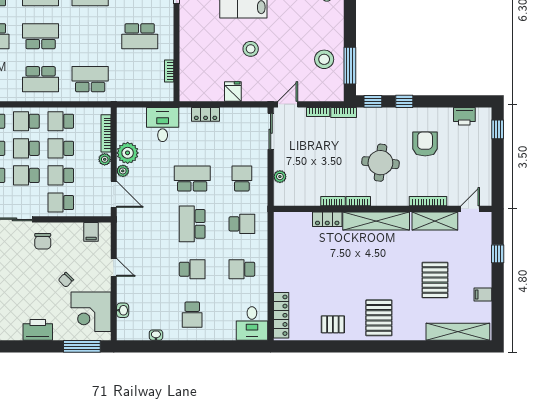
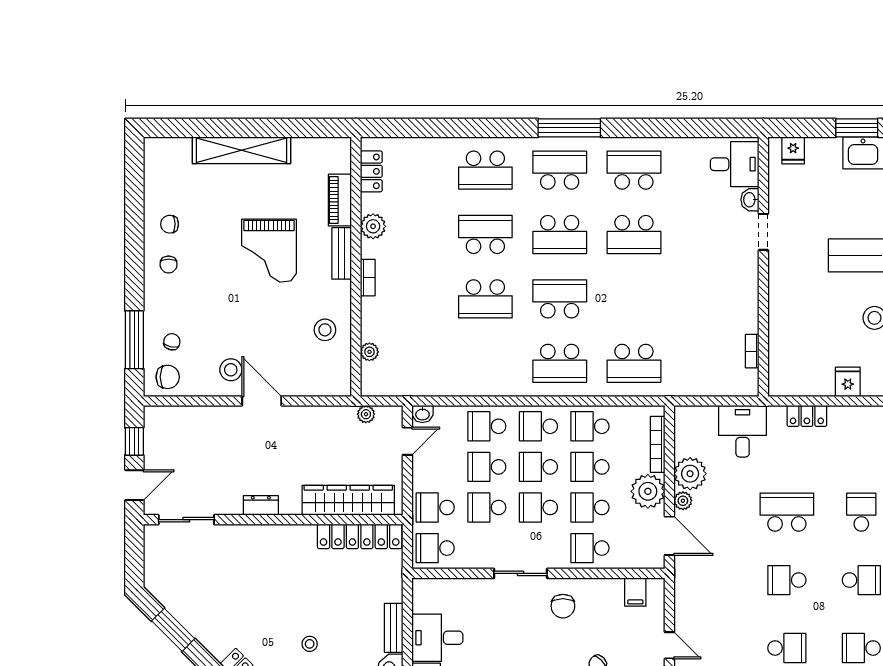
school desk: (140, 36) -> (708, 299), removed
school desk: (90, 79) -> (634, 363), turned 180
plant: (105, 159) -> (648, 491), width x1.87, depth x1.87
school desk: (192, 224) -> (787, 580), width x0.54

